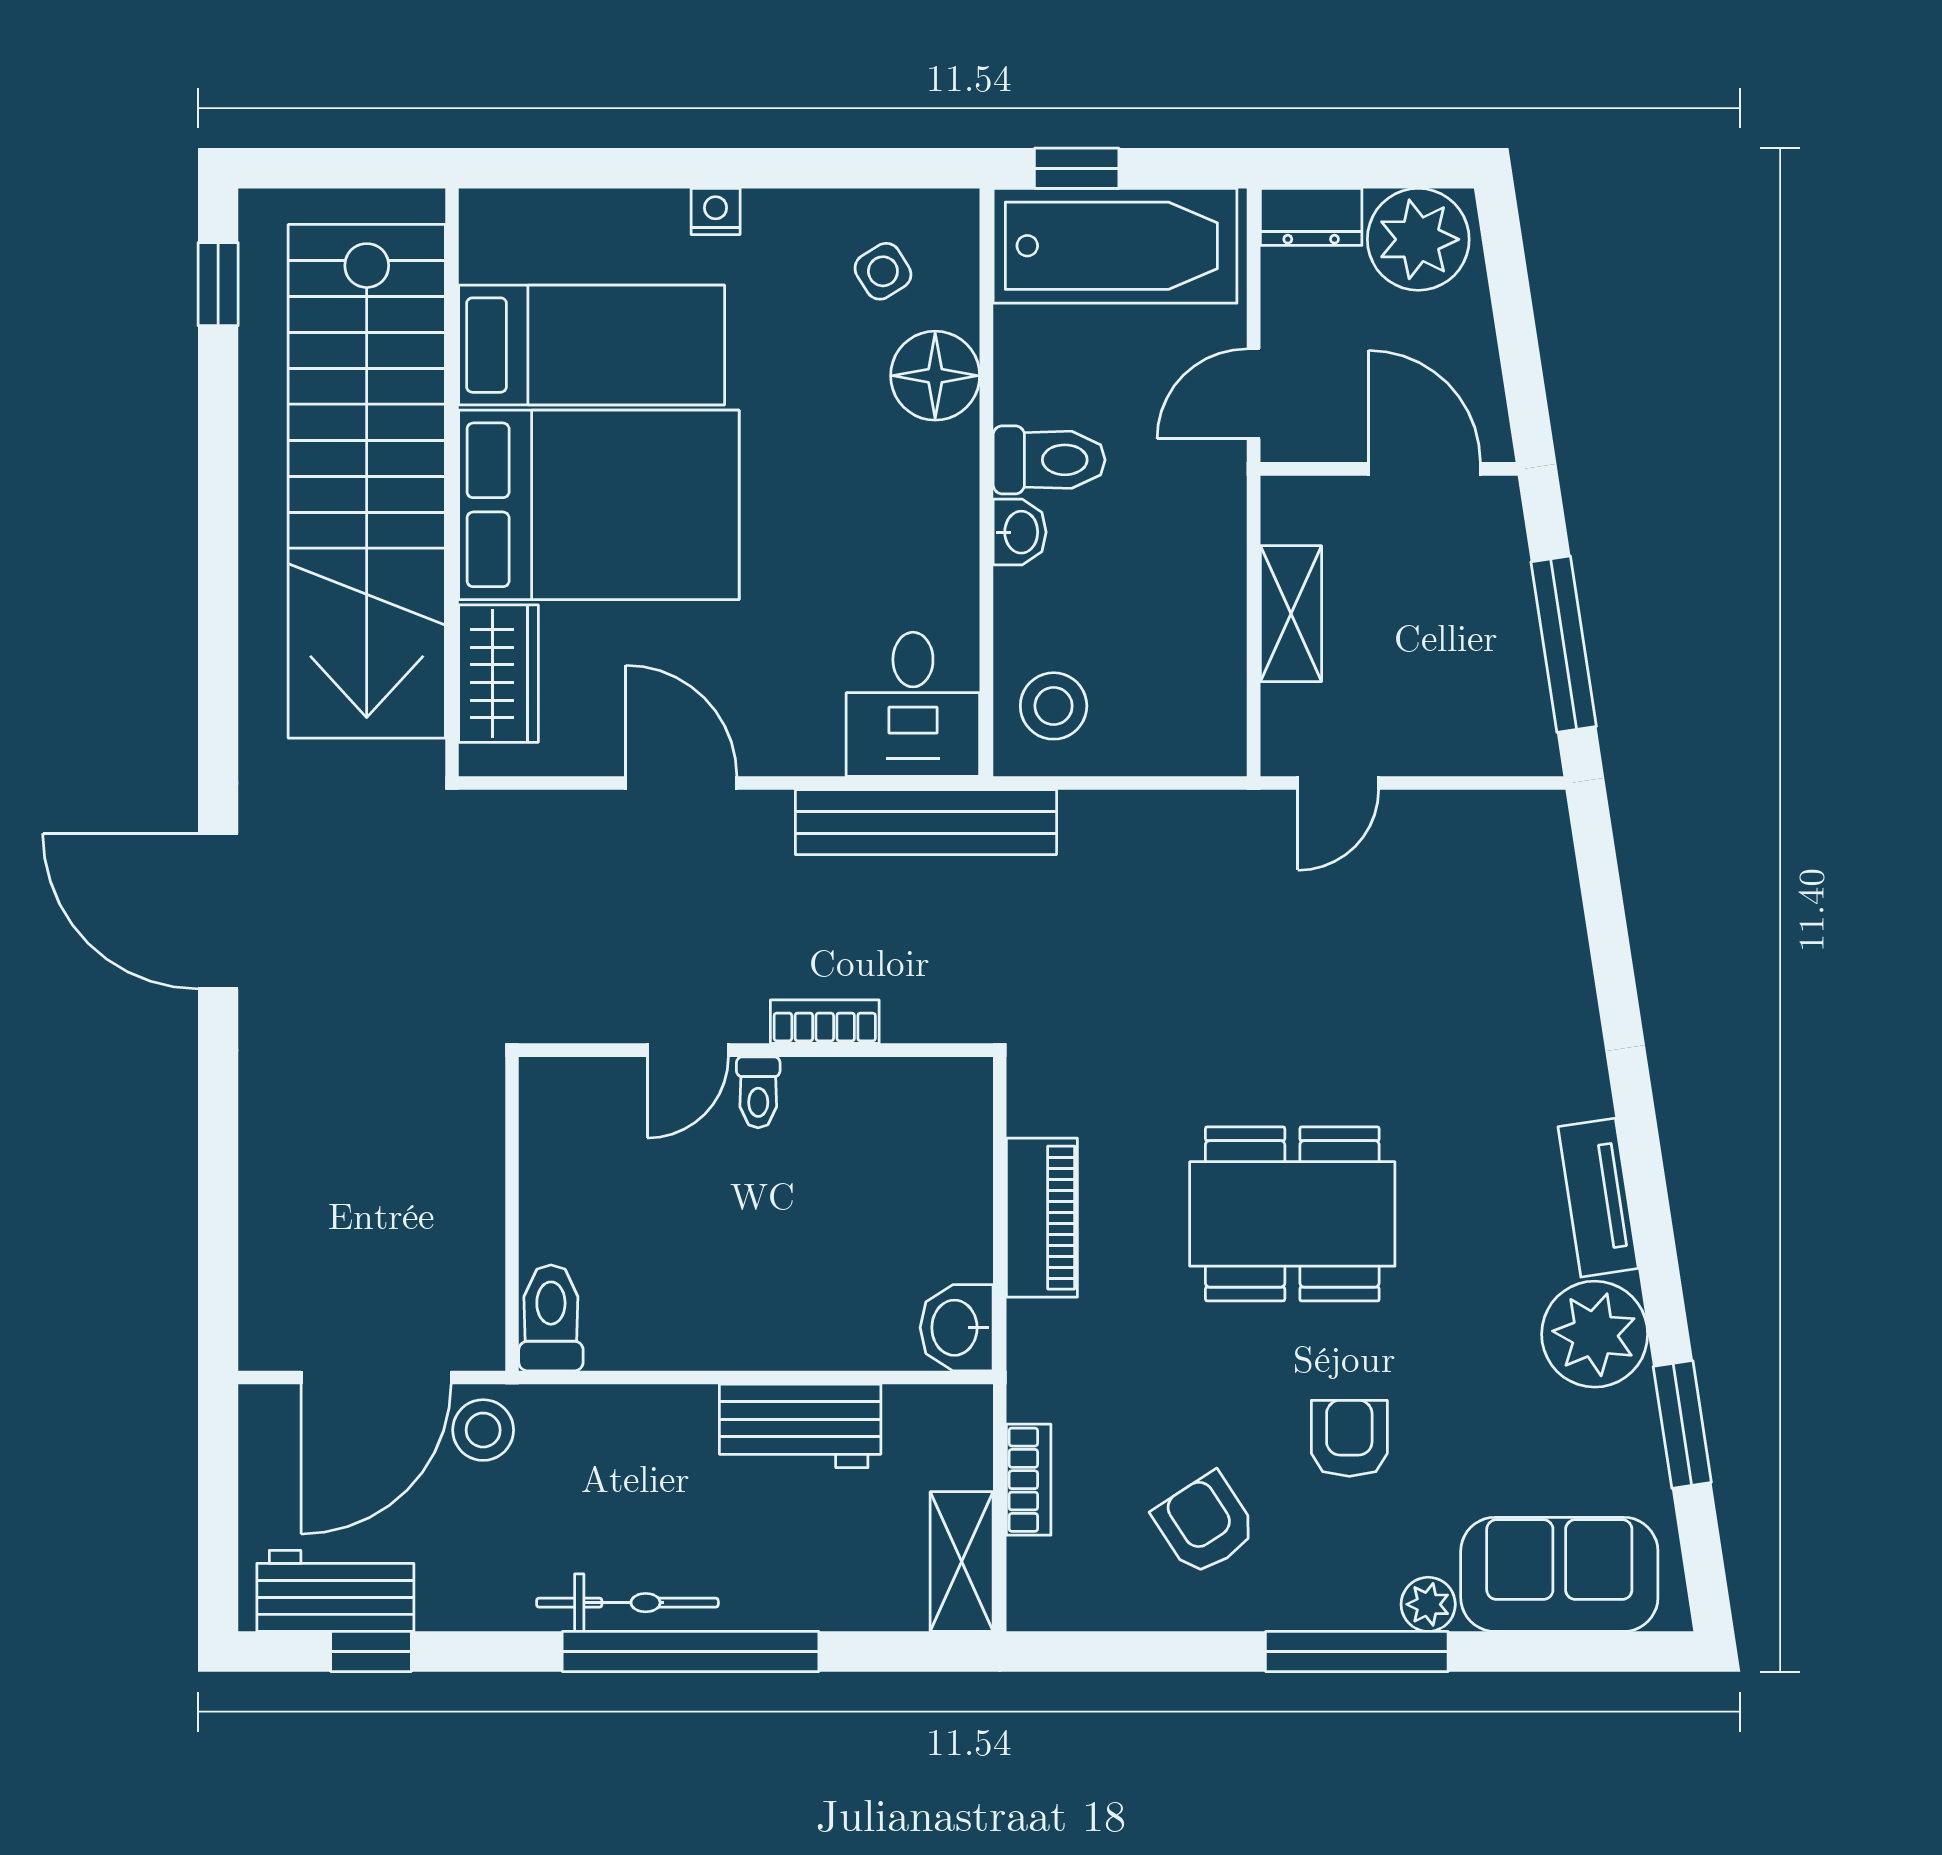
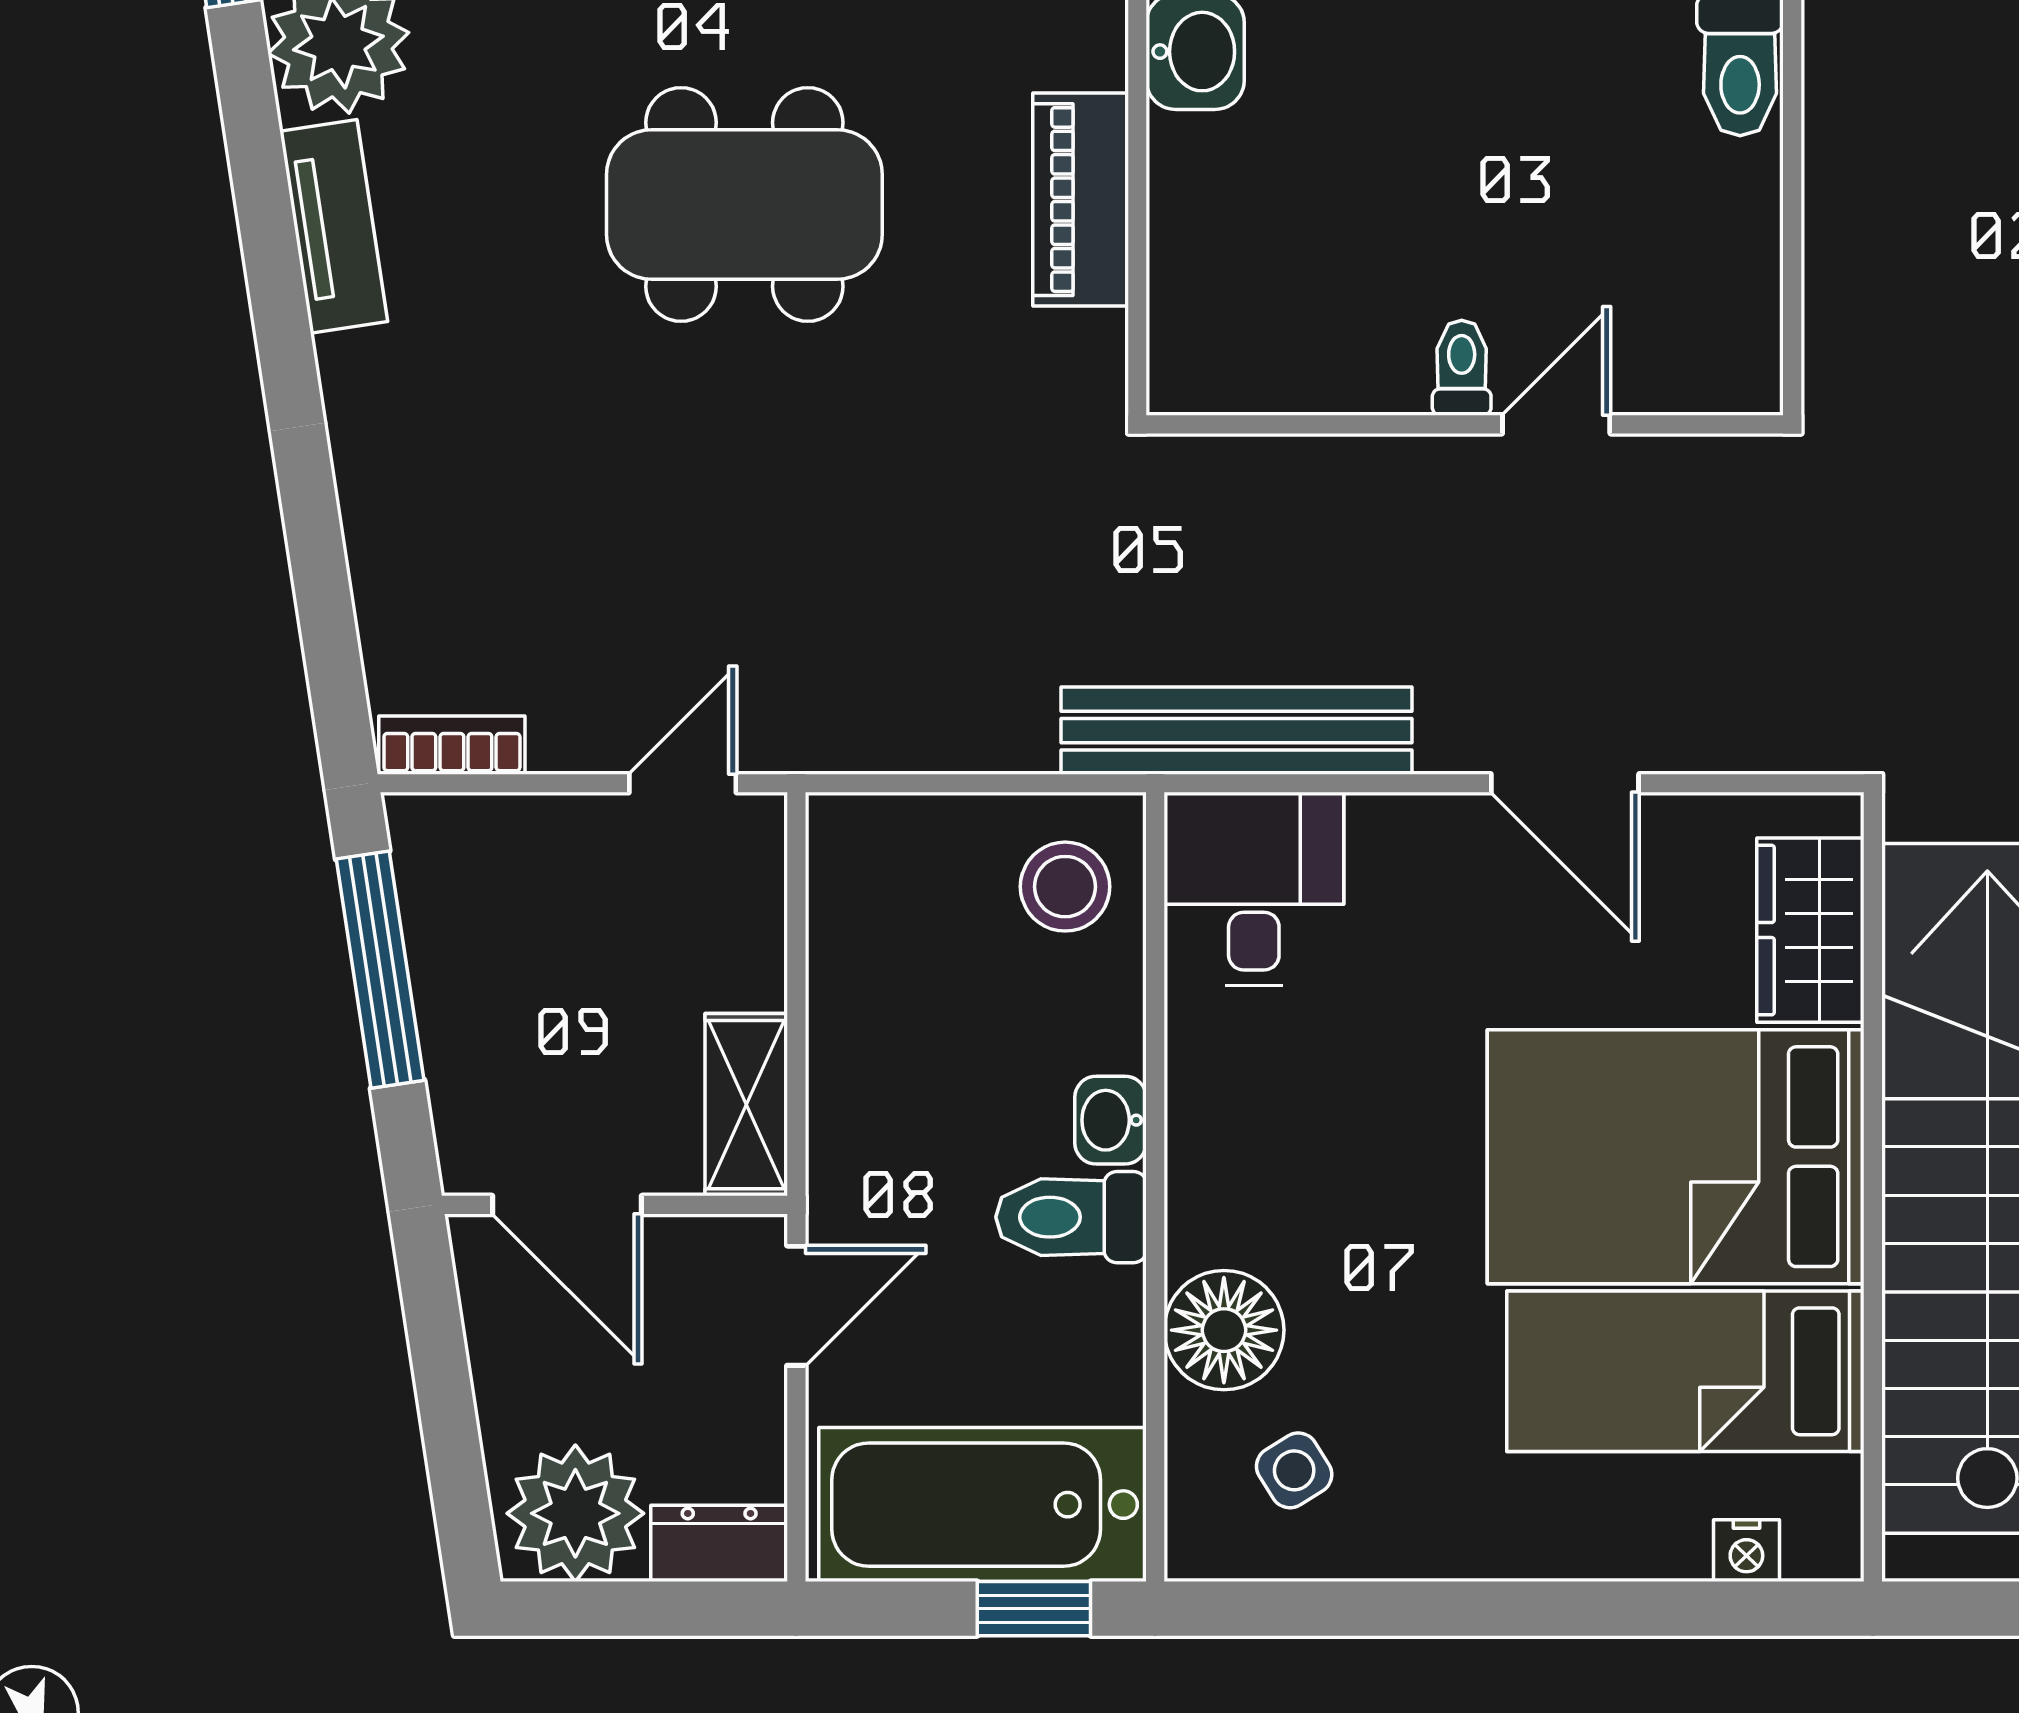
nightstand: (716, 211) -> (1746, 1551), moved
shelving: (1291, 614) -> (746, 1105), moved
bookcase: (825, 1022) -> (452, 745), moved, turned 180

